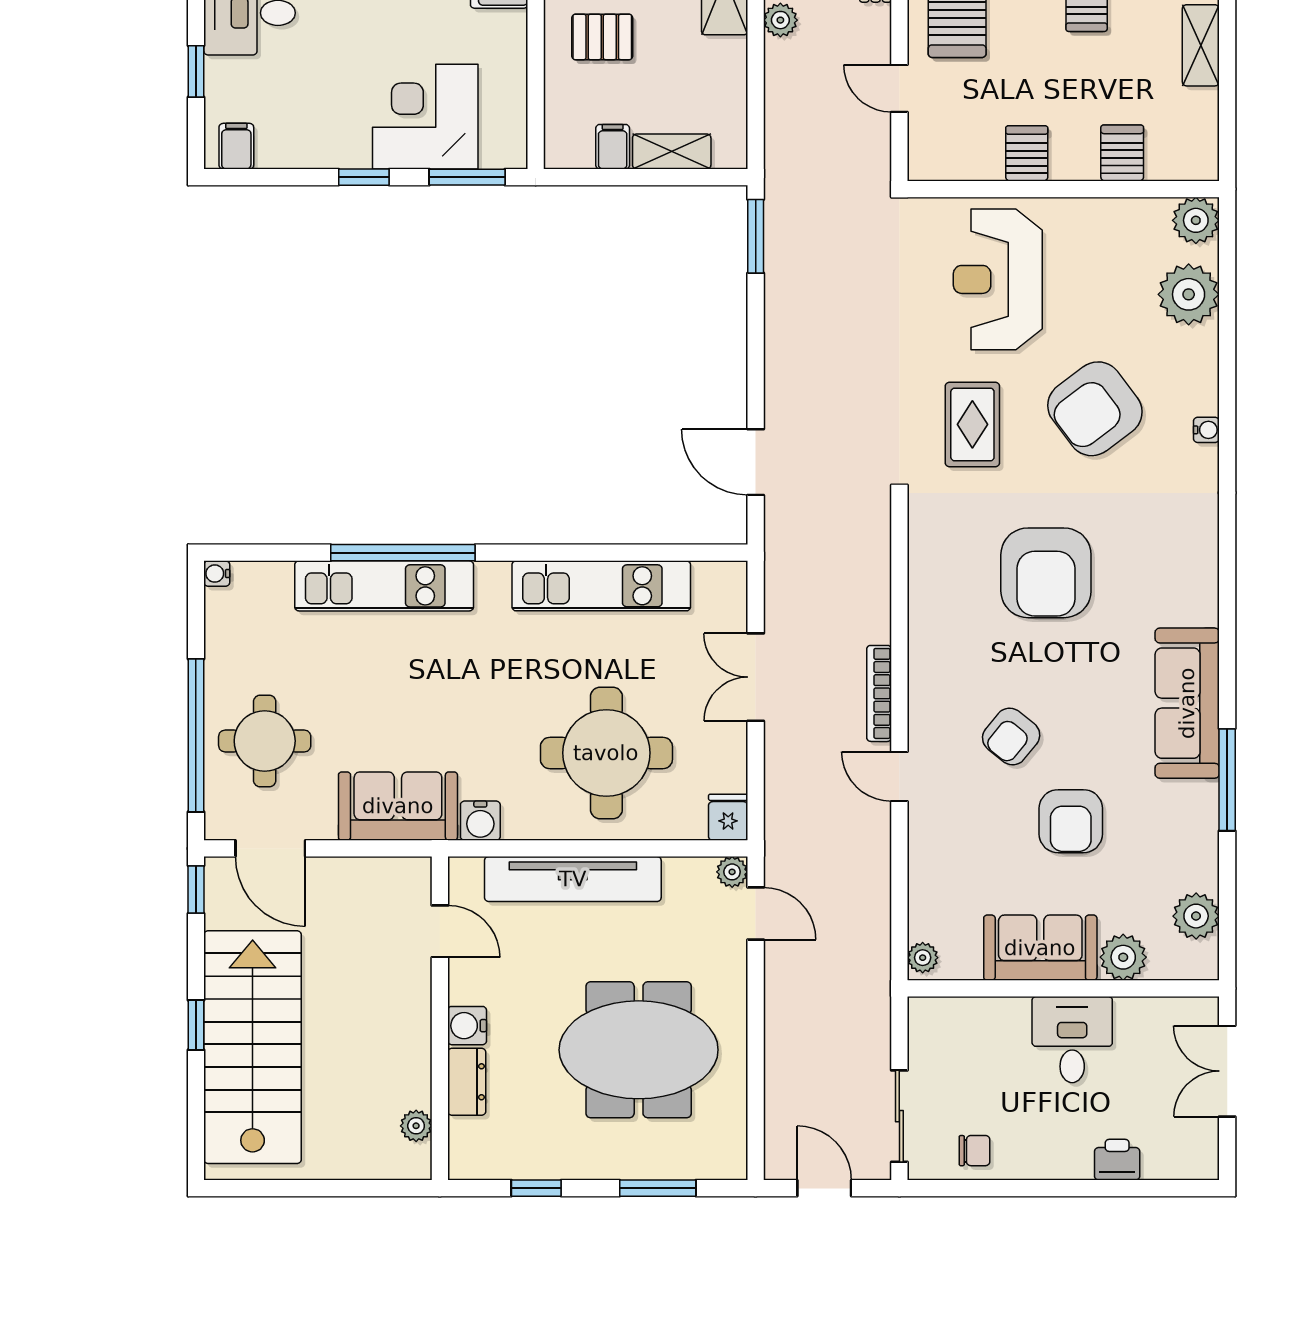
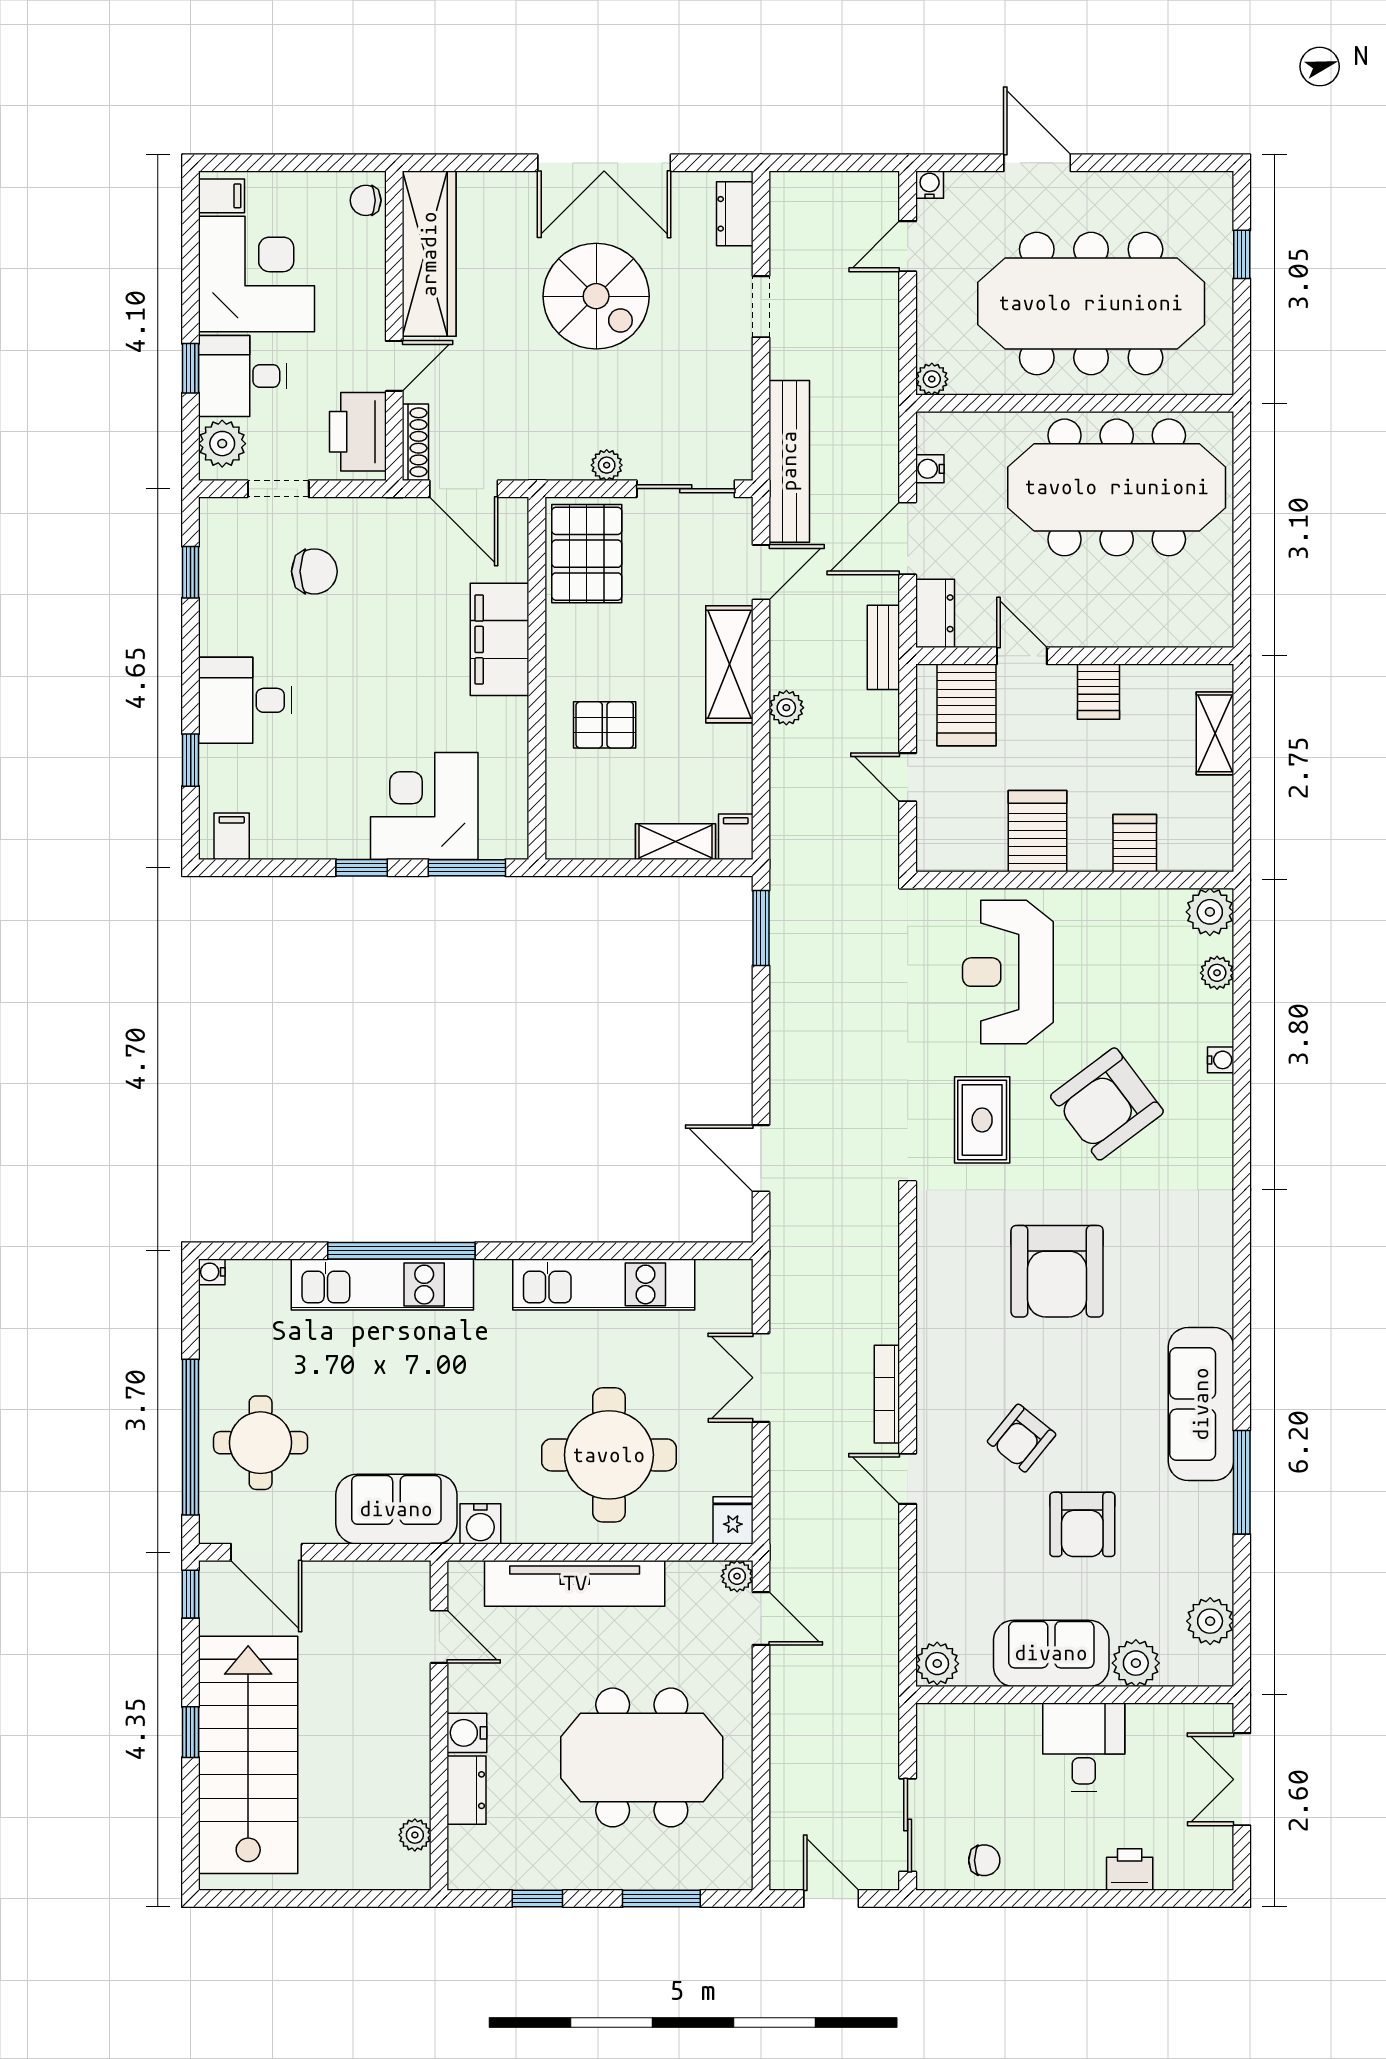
filing cabinet: (613, 147) -> (736, 837), moved
server rack: (1027, 153) -> (1038, 831), width x1.36, depth x1.44
plant: (1189, 294) -> (1217, 973), width x0.53, depth x0.53
water cooler: (1206, 430) -> (1221, 1060), moved
plant: (923, 958) -> (937, 1664), width x1.38, depth x1.38

